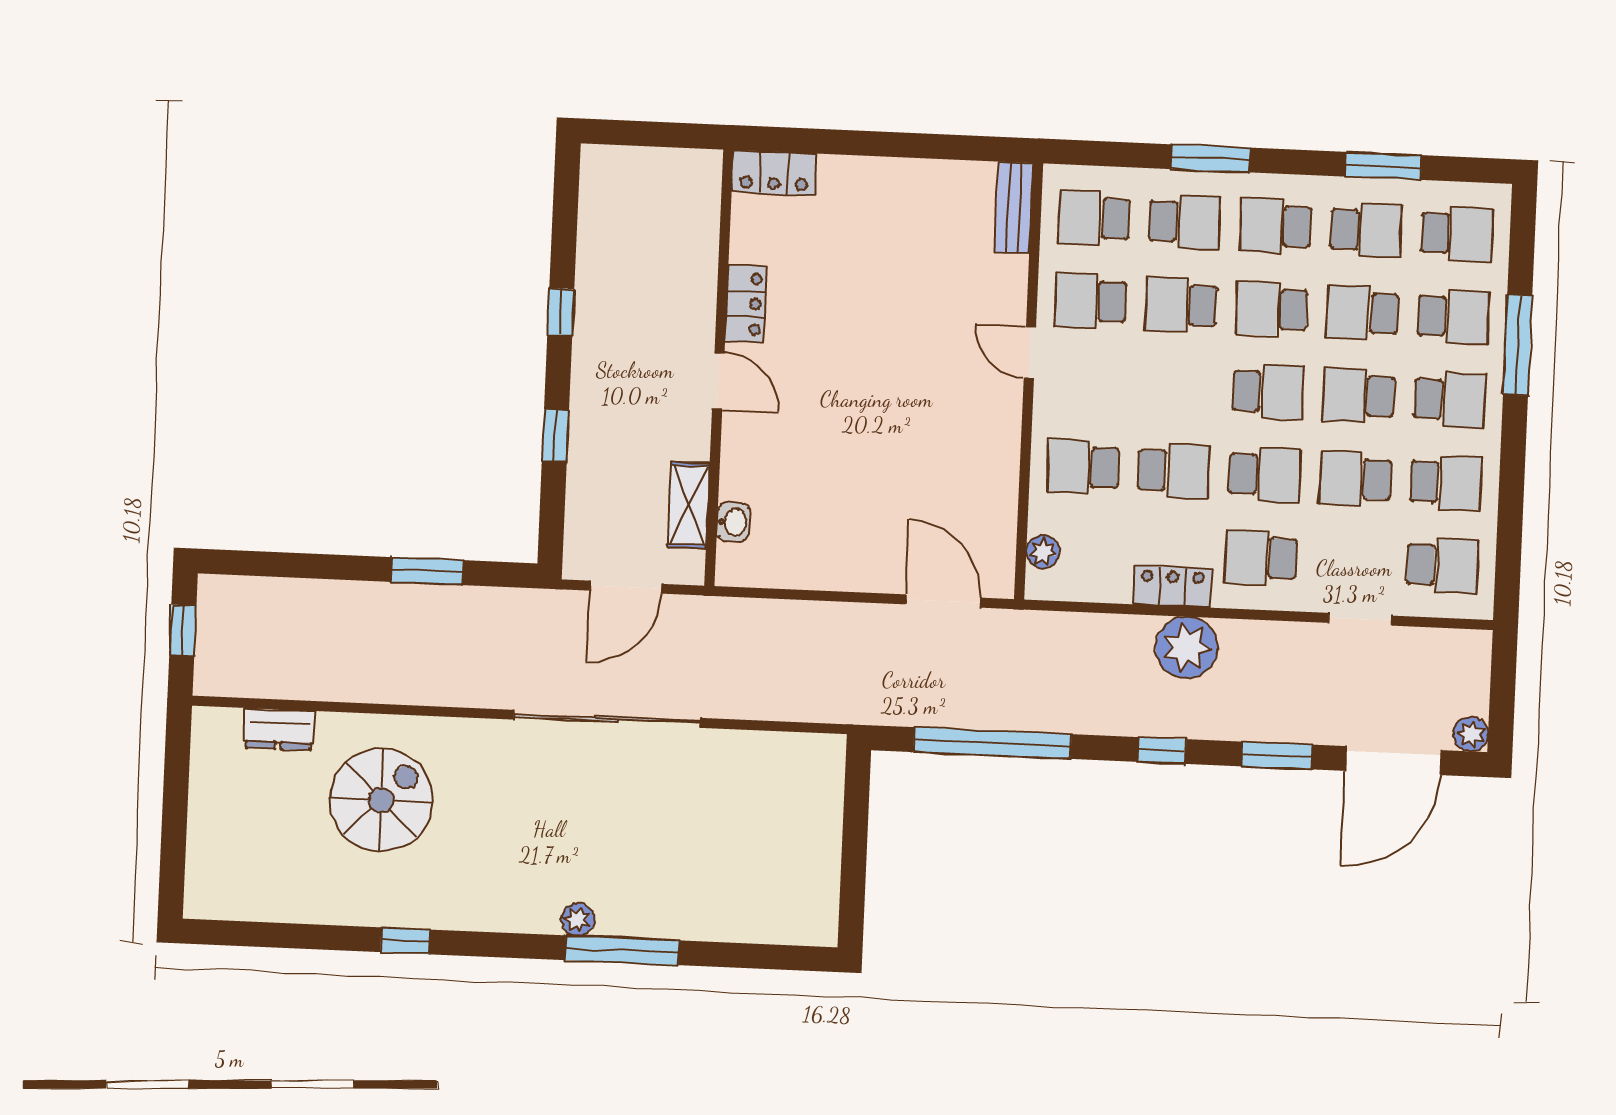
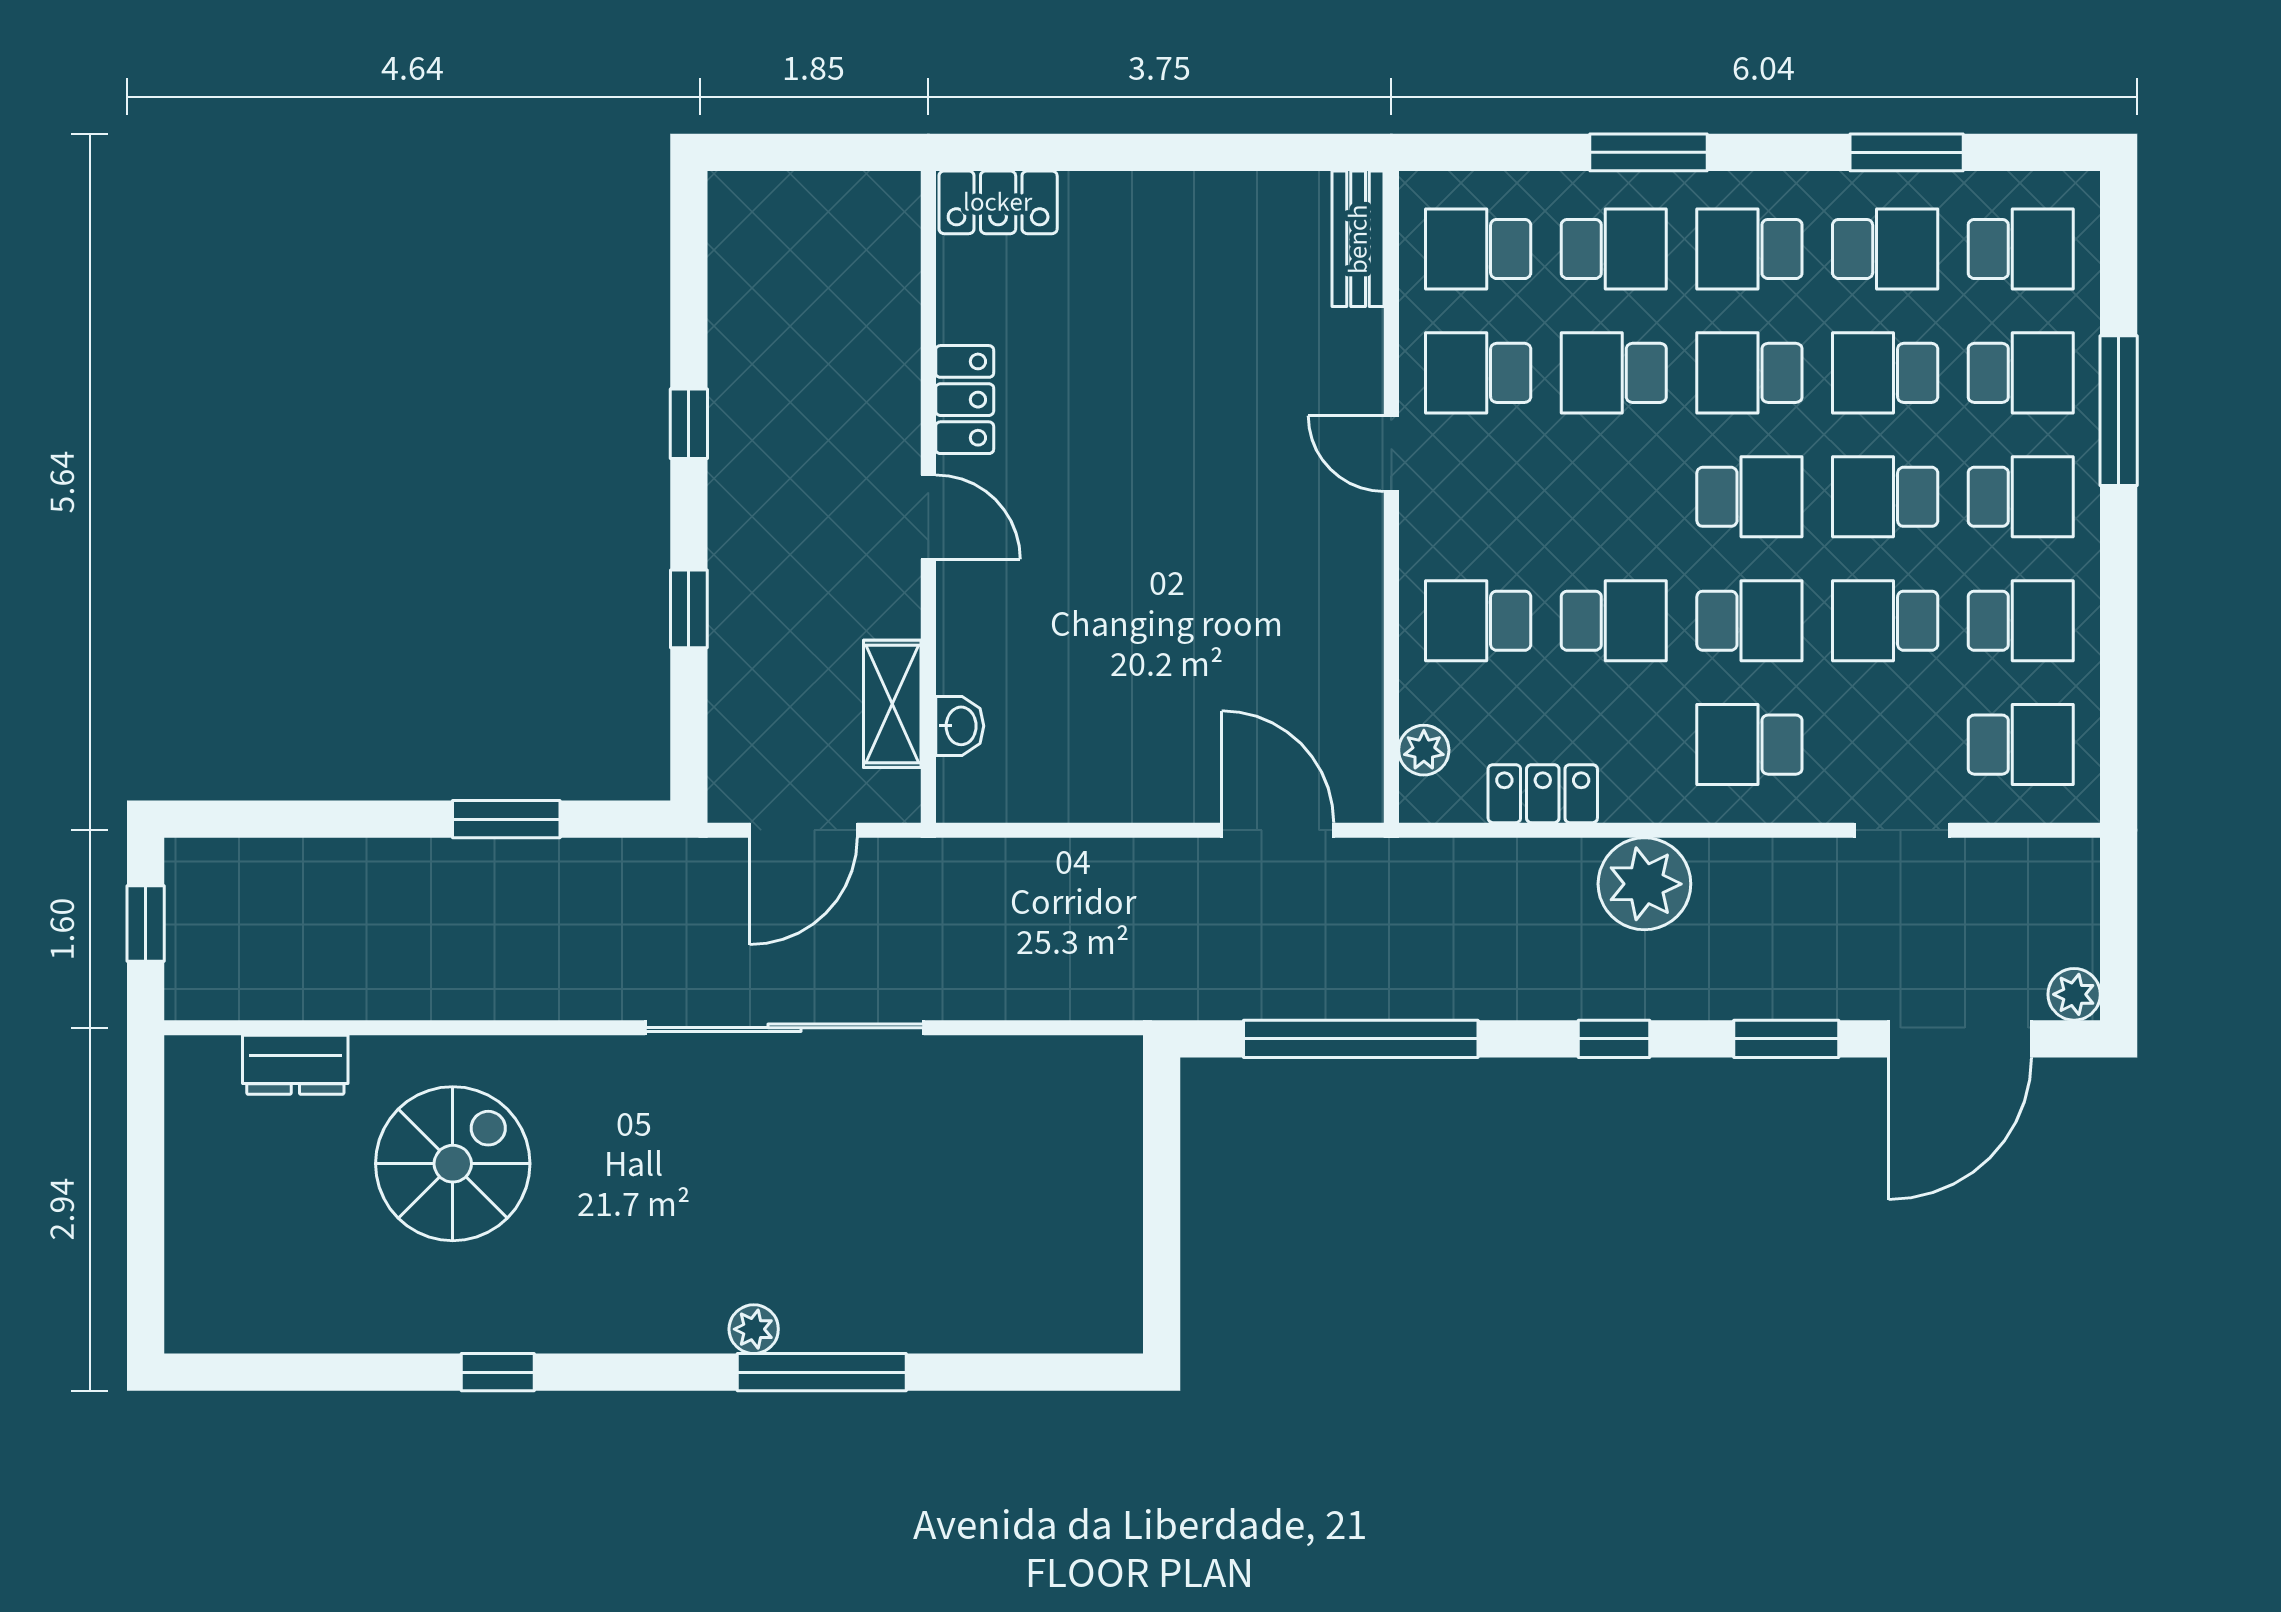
locker: (1172, 587) -> (1543, 794), moved

